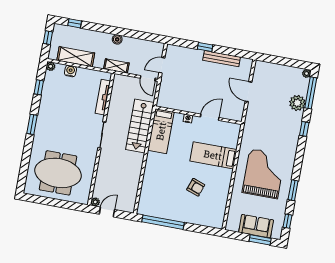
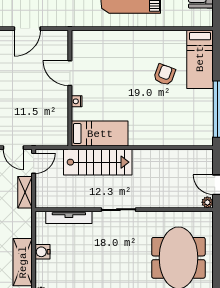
shelving: (116, 66) -> (25, 192), moved
water cooler: (70, 71) -> (42, 252), moved
bed: (213, 155) -> (200, 59), moved

